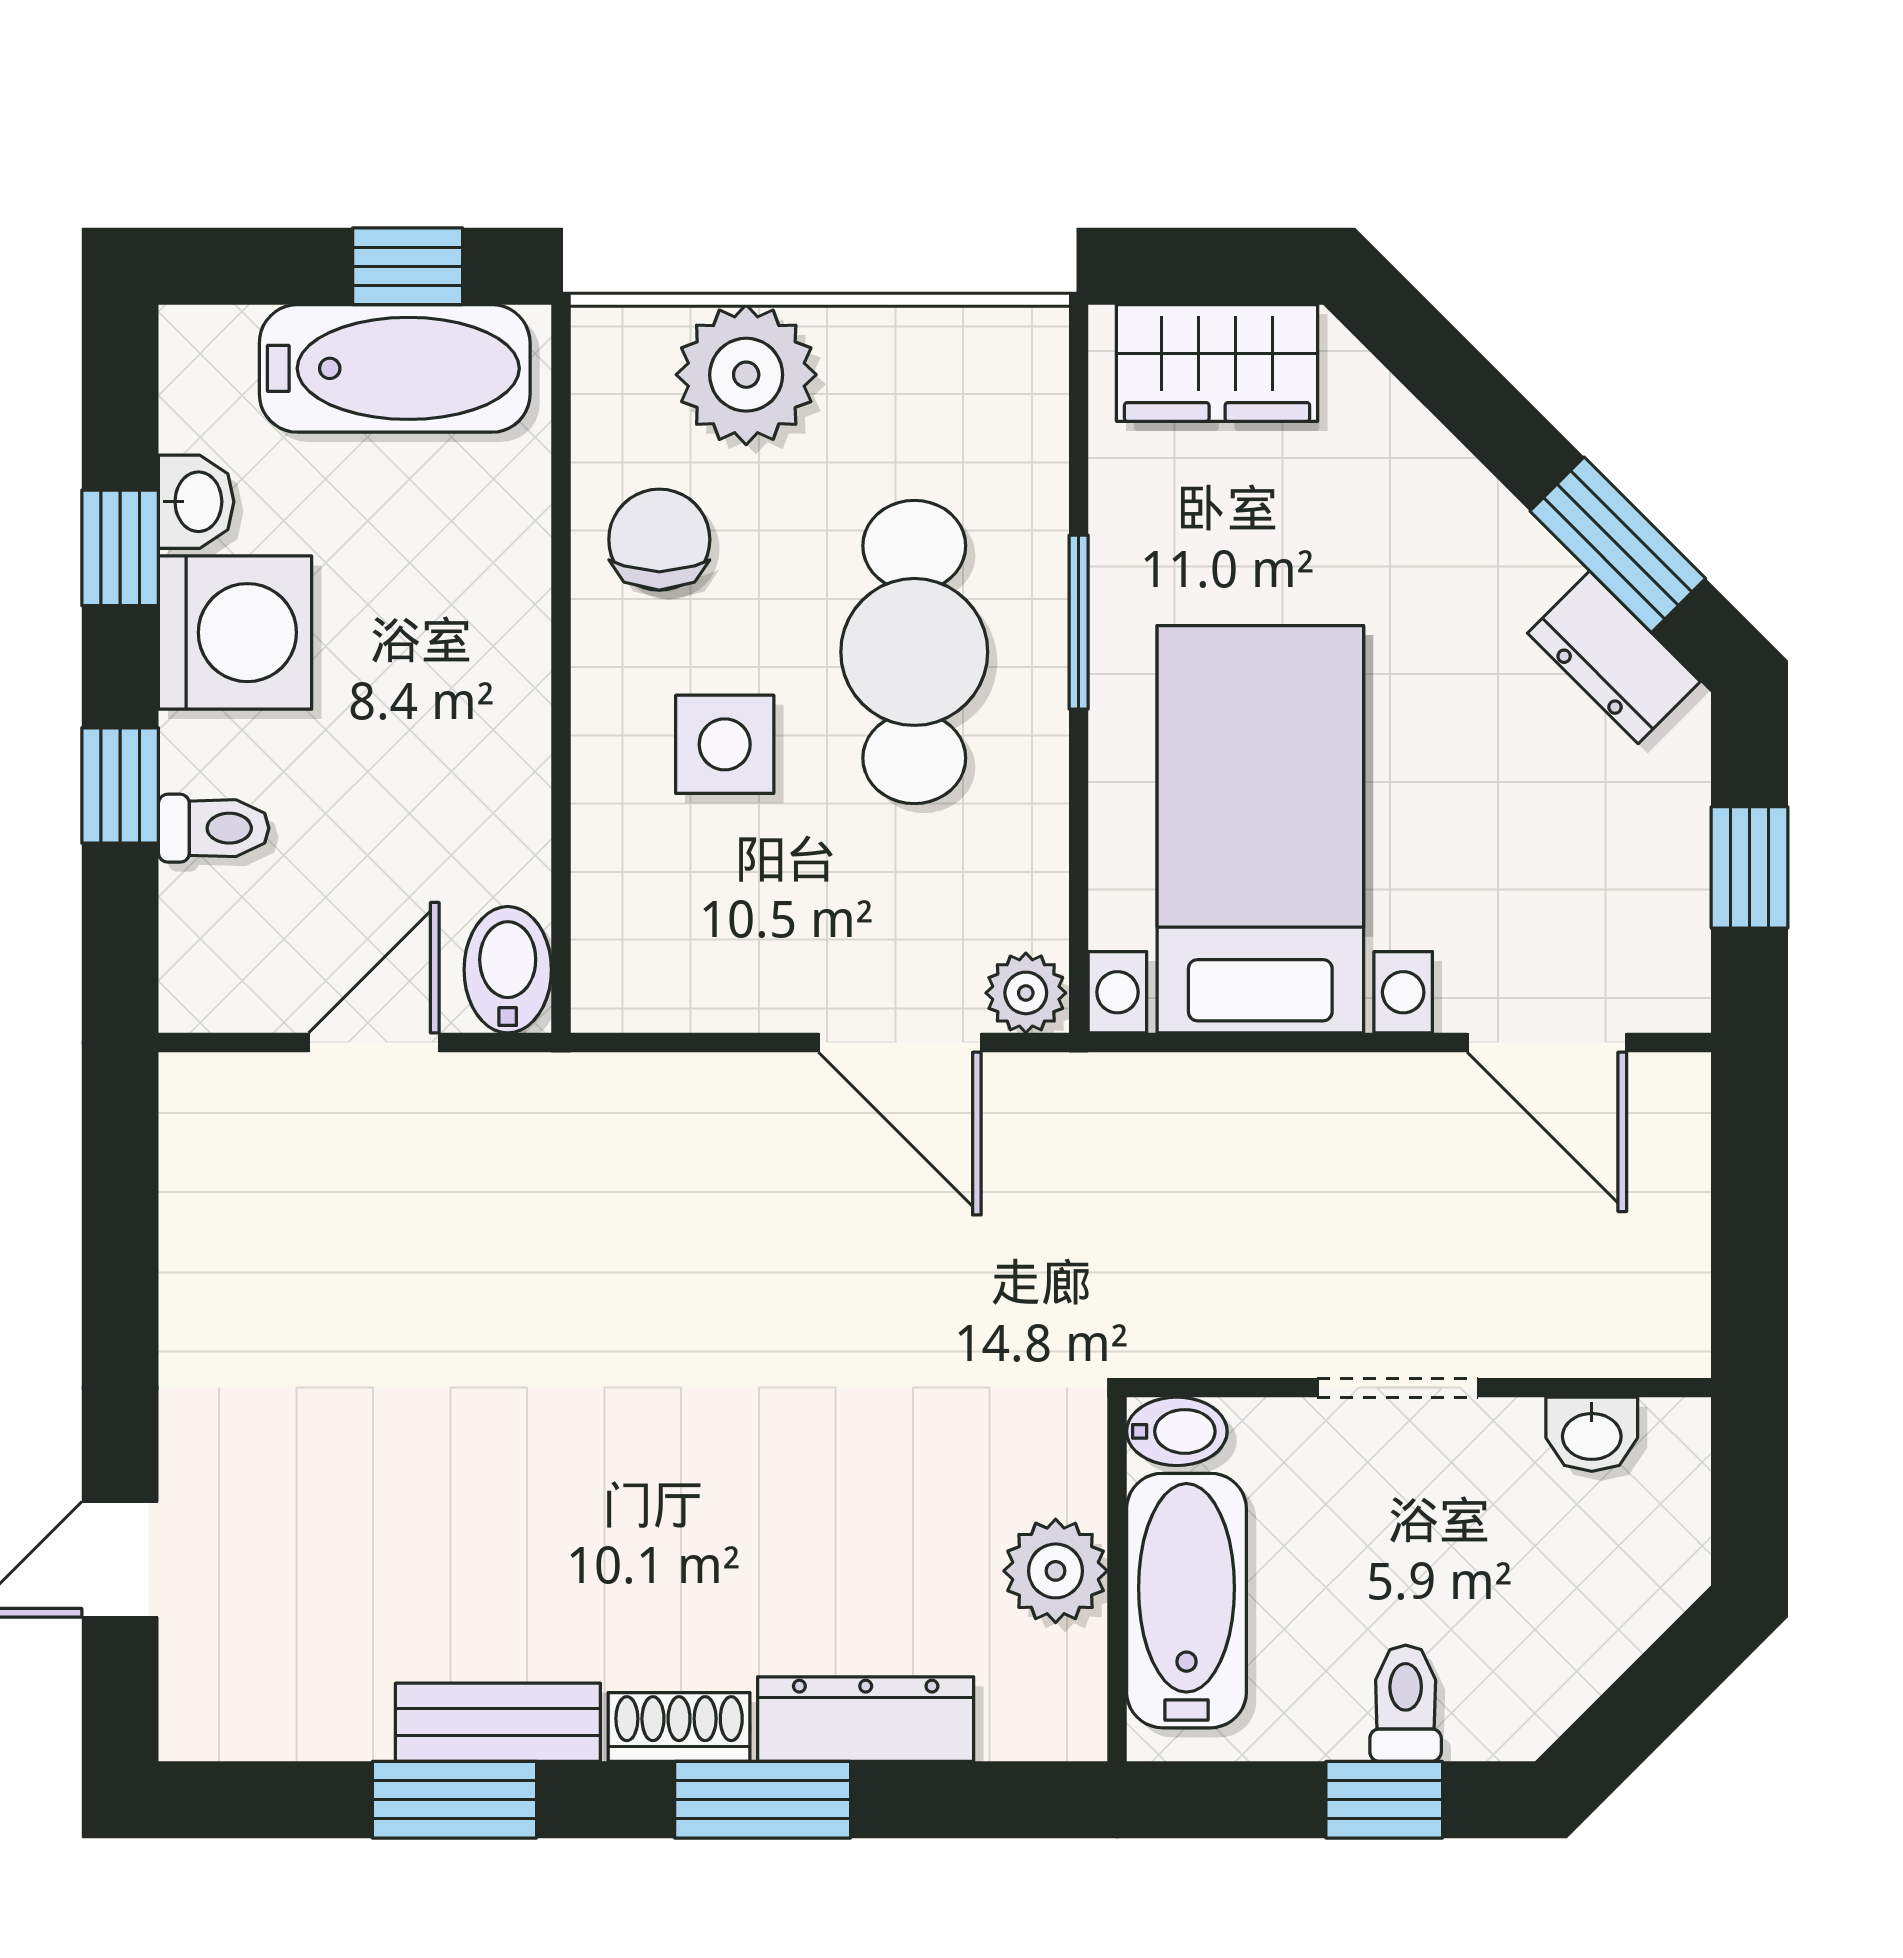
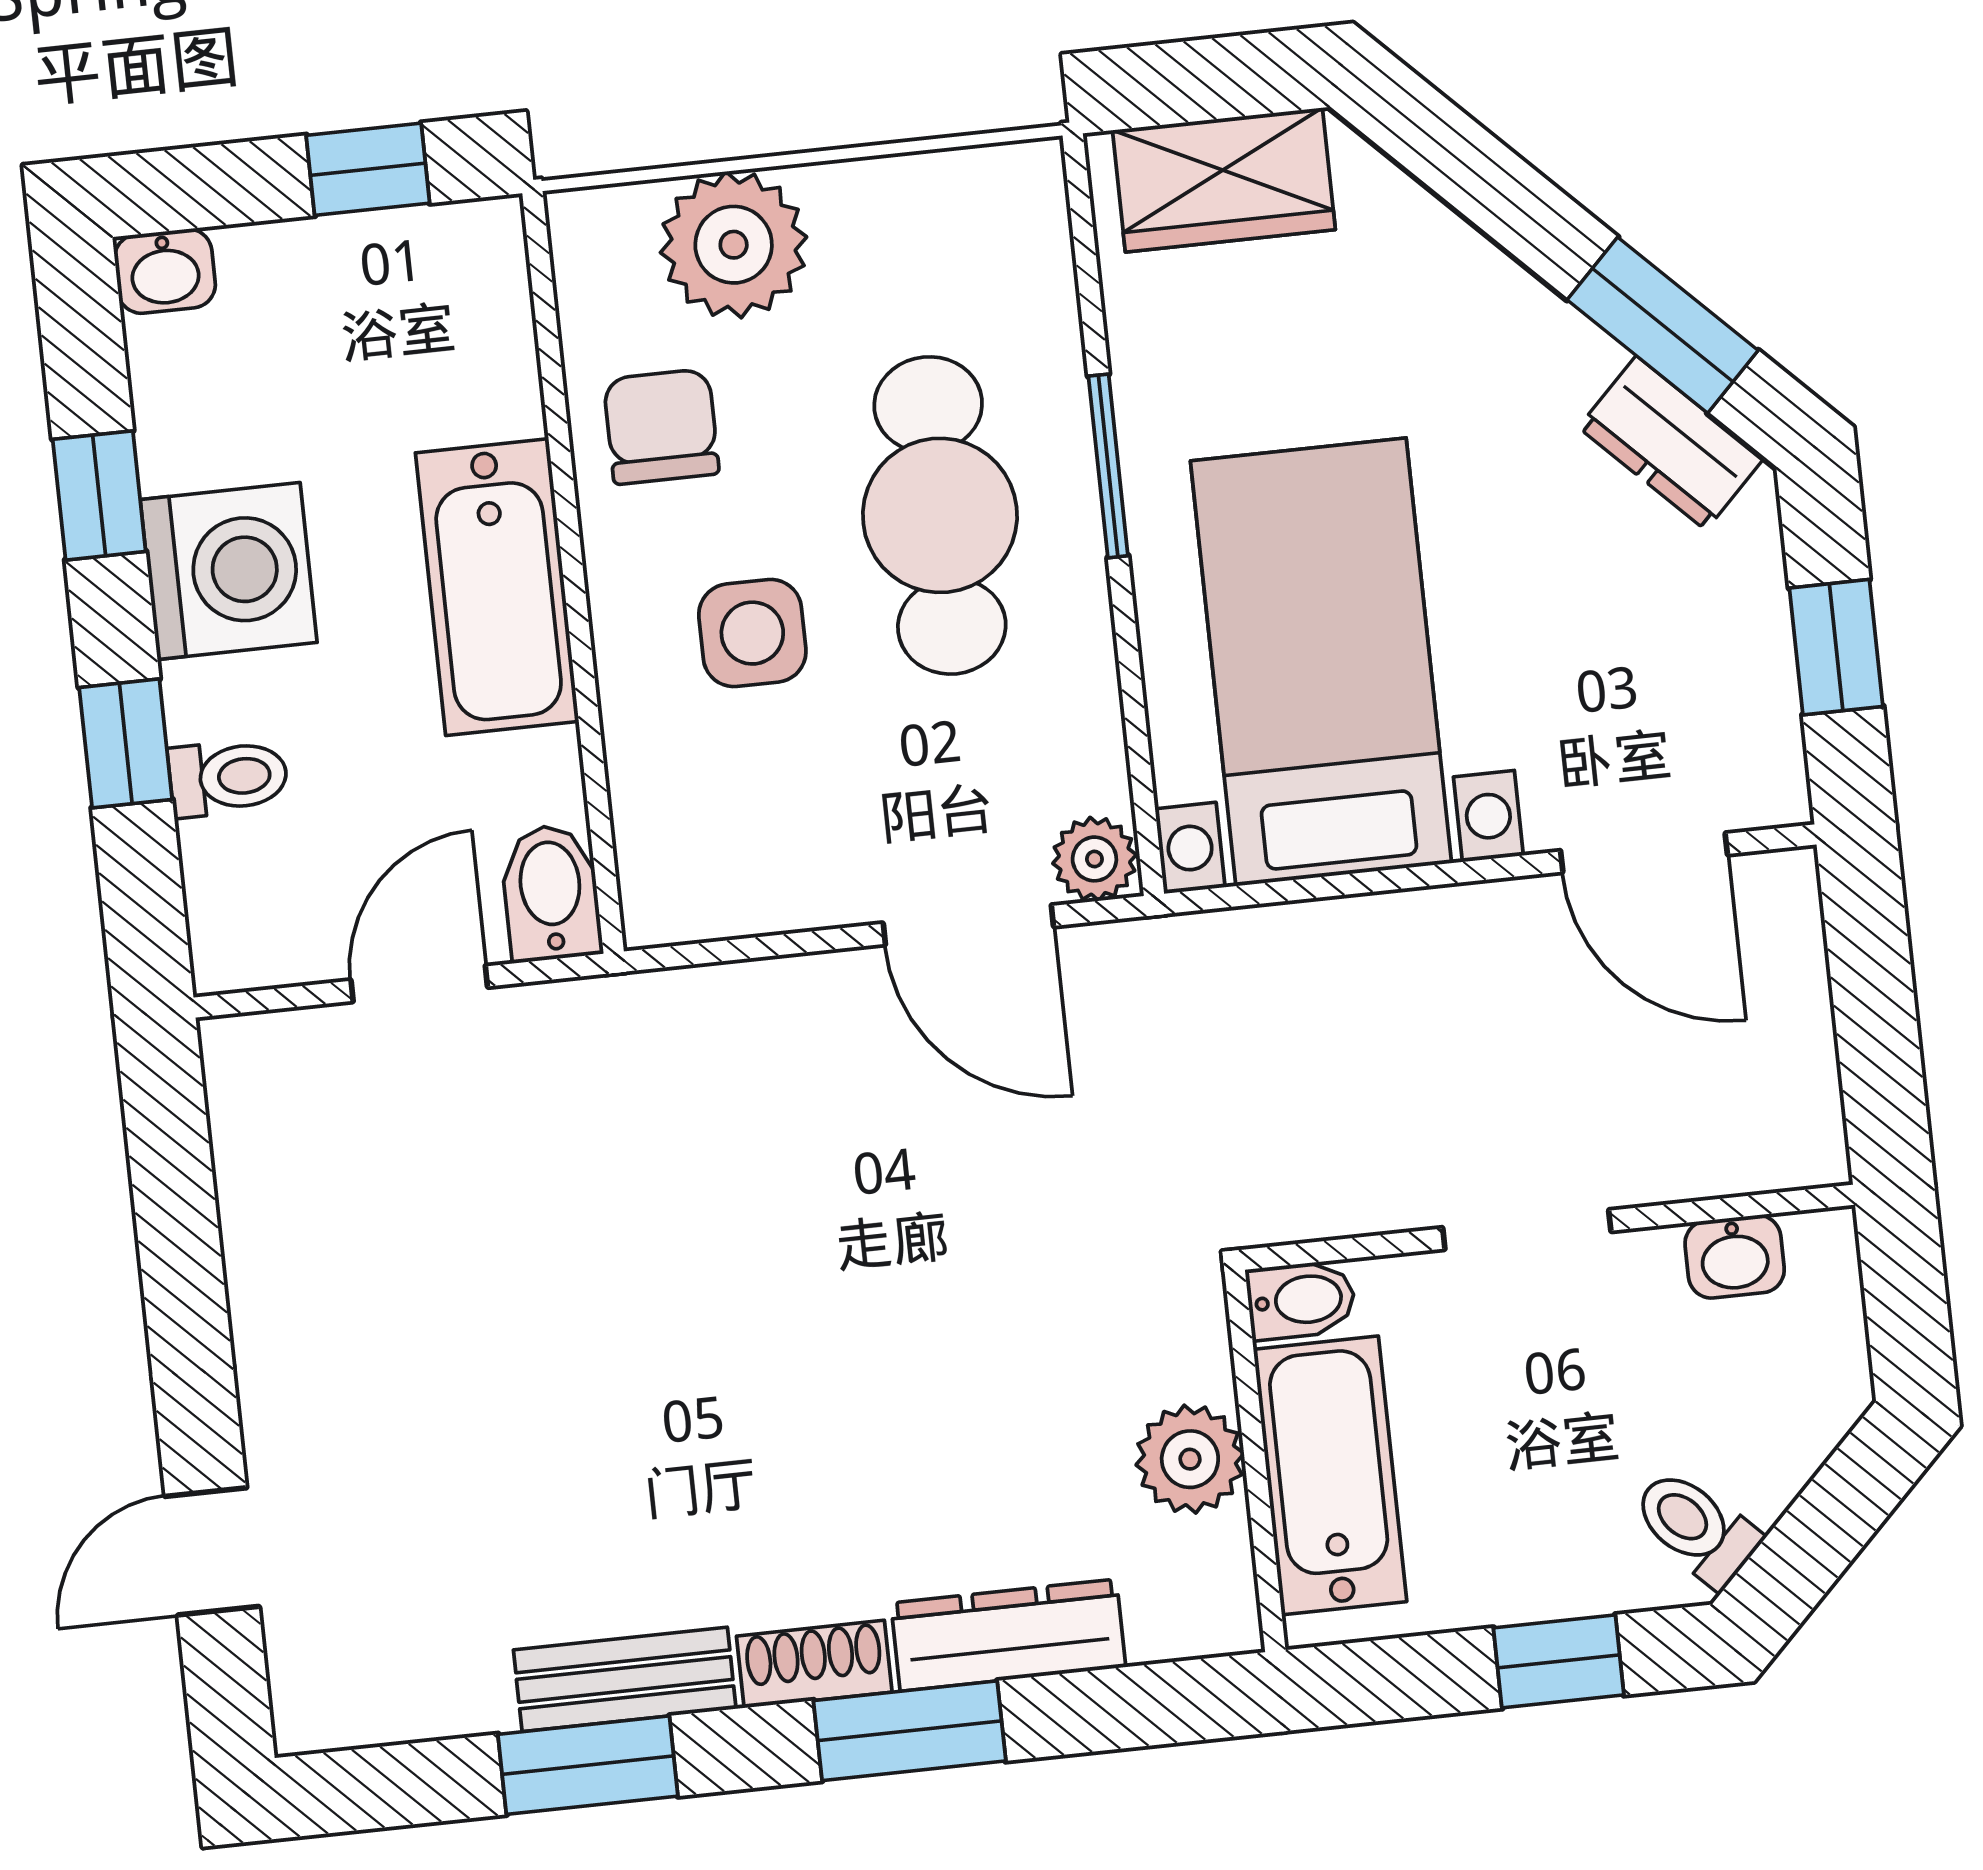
bathtub: (395, 368) -> (497, 587), moved, turned 90
washbasin: (196, 502) -> (165, 271), moved, turned 90
toilet: (1406, 1703) -> (1696, 1527), moved, turned -45

